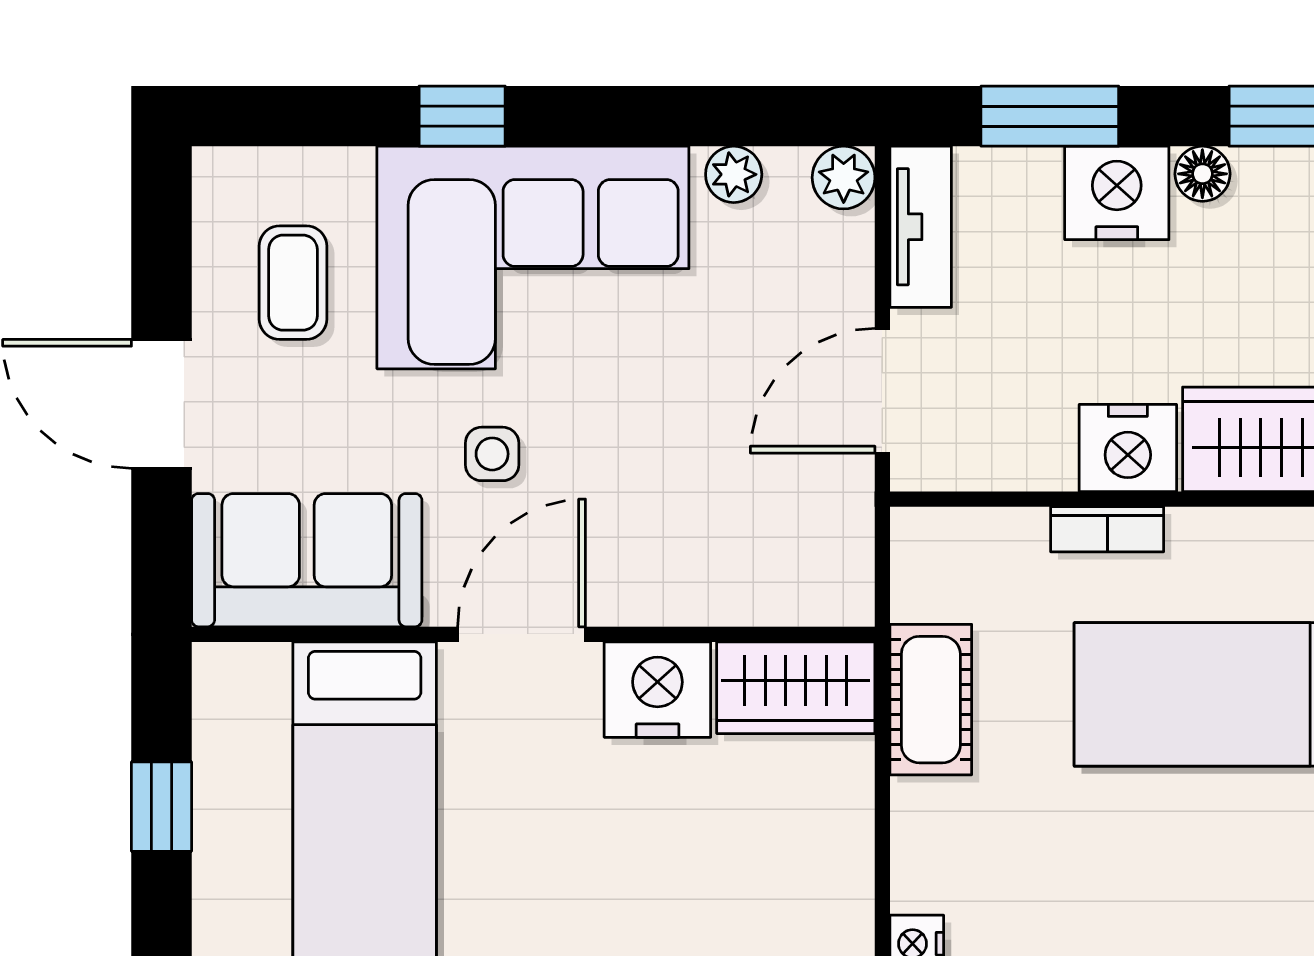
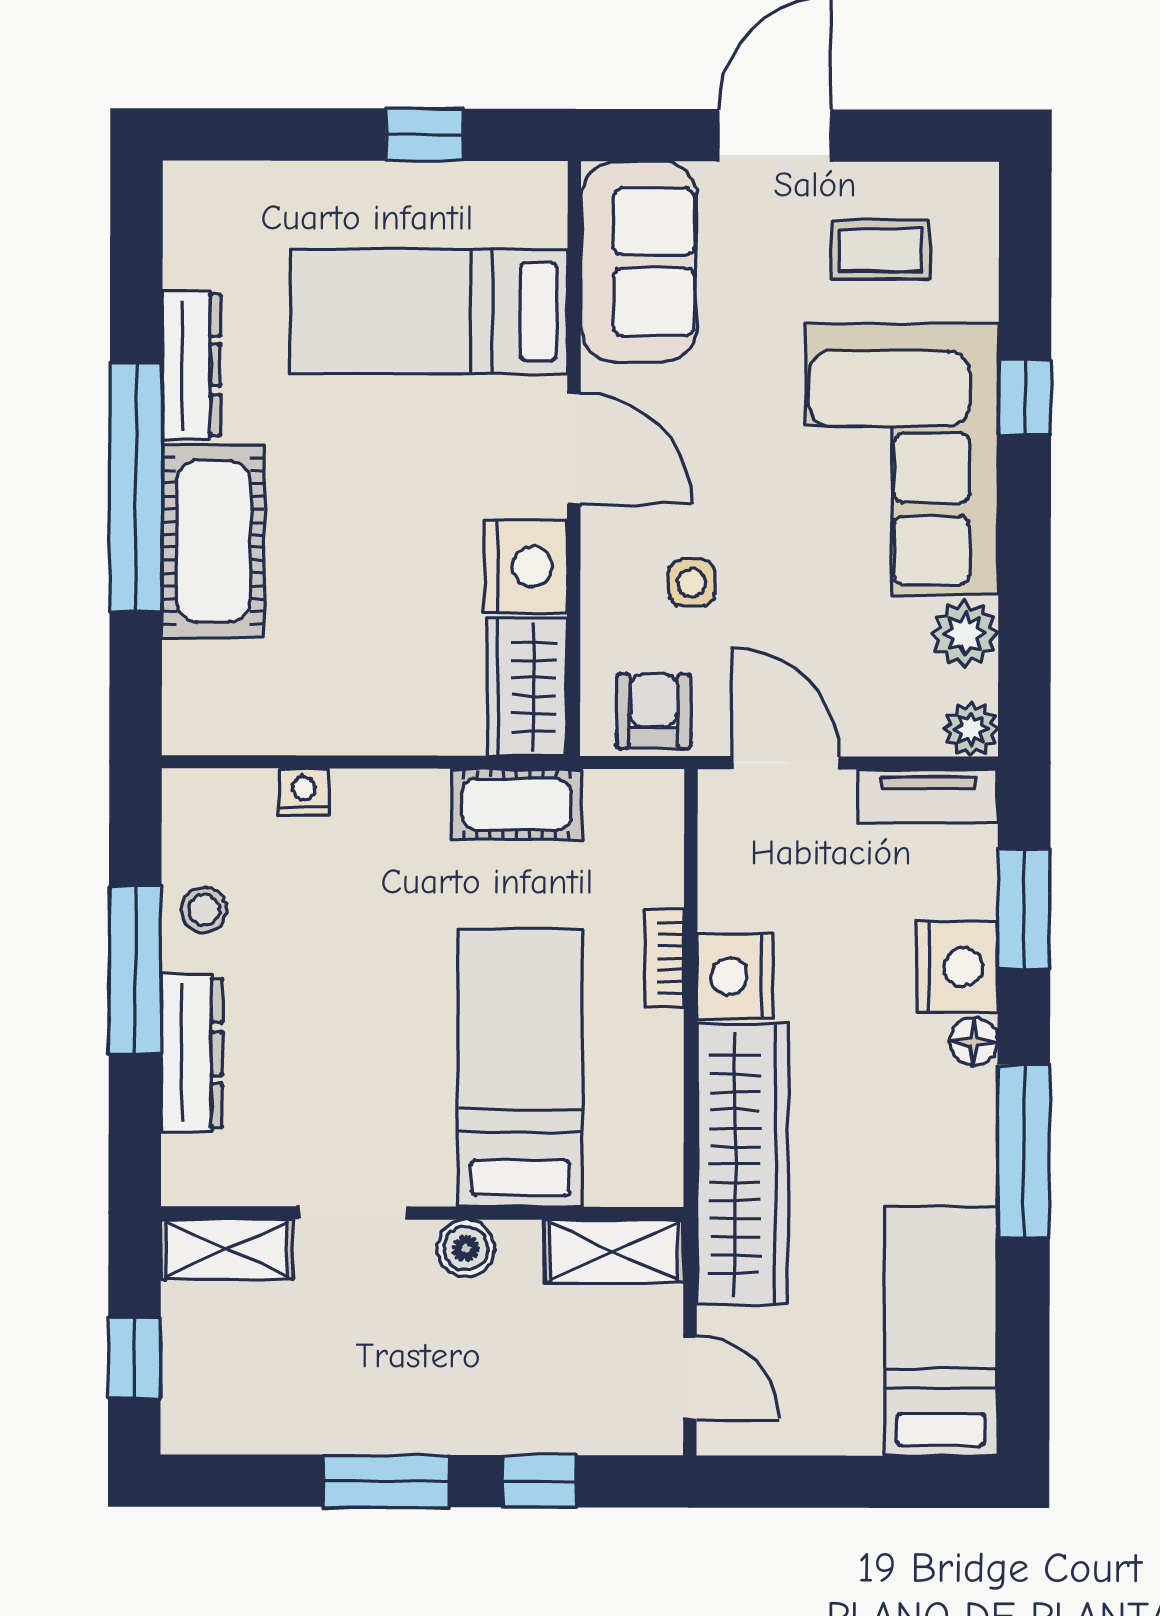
plant: (734, 174) -> (965, 634), width x1.38, depth x1.38
side table: (492, 454) -> (692, 583), moved
armchair: (823, 542) -> (654, 711), added

